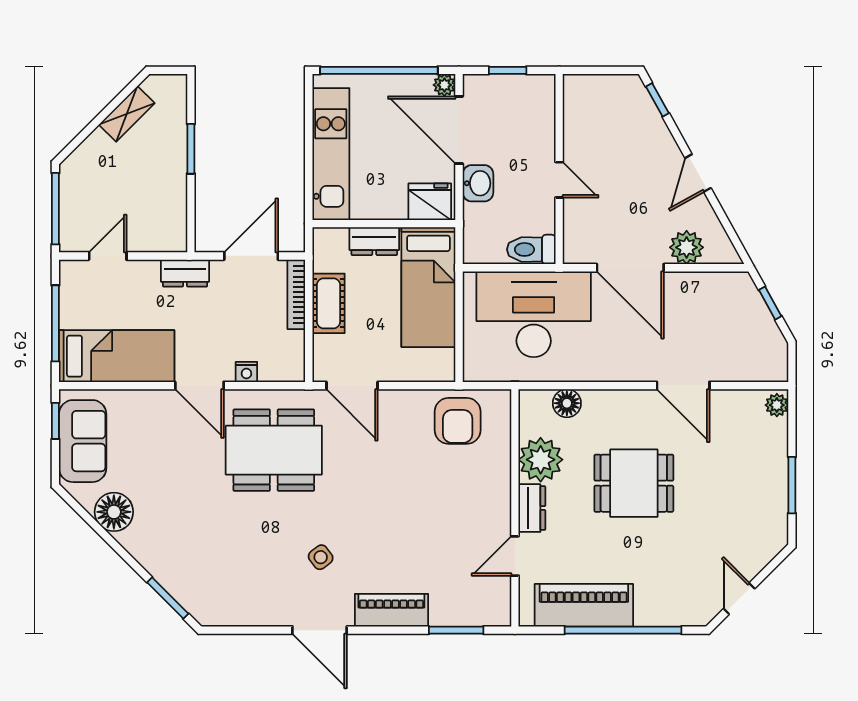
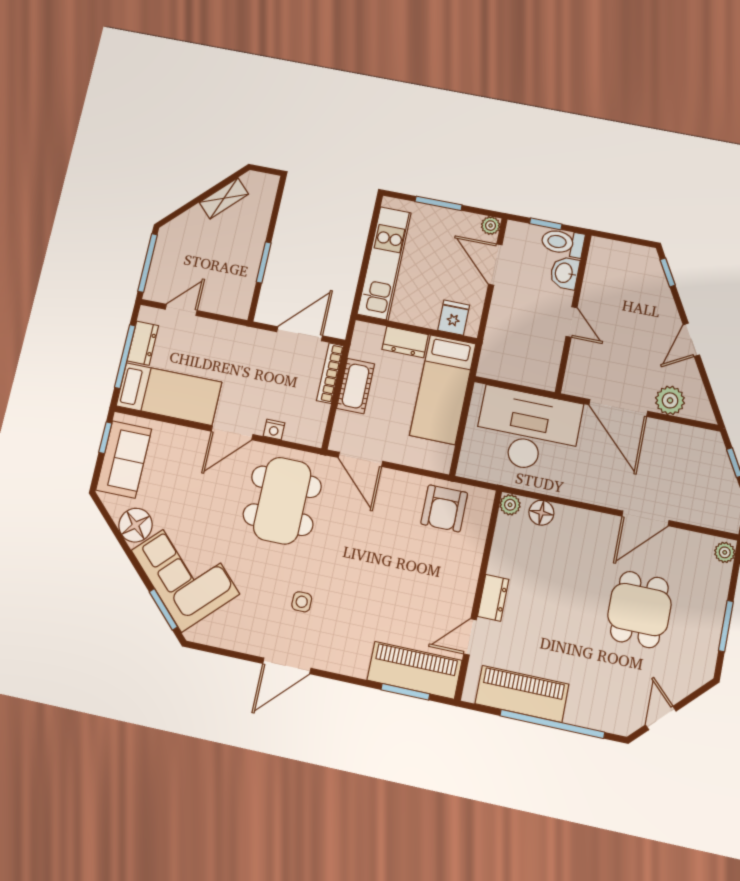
window: (379, 70) -> (439, 203), width x0.47
door: (459, 130) -> (495, 265), width x0.73
window: (191, 149) -> (264, 262), moved
washbasin: (478, 183) -> (565, 273), moved, turned 180
fridge: (430, 202) -> (454, 318), width x0.72
toilet: (531, 249) -> (563, 243), moved
dresser: (185, 273) -> (143, 343), moved, turned -90
door: (199, 386) -> (232, 433), hinge flipped
door: (683, 386) -> (645, 518), hinge flipped
dining table: (274, 450) -> (282, 501), turned 90
plant: (541, 460) -> (510, 505), moved, width x0.53, depth x0.53
dining table: (634, 483) -> (639, 609), moved, turned 90
corner sofa: (183, 552) -> (185, 572), added
side table: (321, 557) -> (302, 602), turned 37
piano: (391, 610) -> (414, 670), moved, width x1.37, depth x1.33
door: (320, 630) -> (287, 666), hinge flipped

